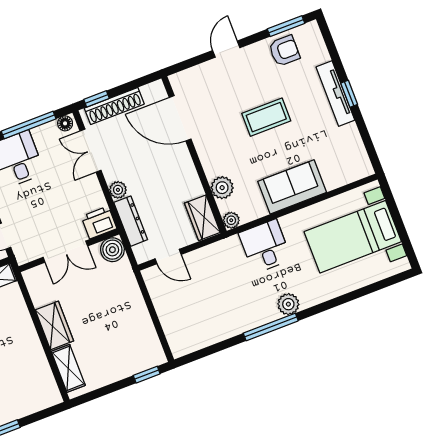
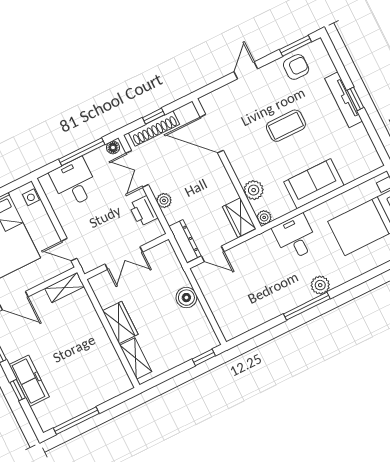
window: (97, 99) -> (154, 116), moved
dresser: (131, 221) -> (185, 241), moved
printer: (99, 222) -> (143, 211), moved, turned -90
boiler: (112, 250) -> (186, 298), moved

